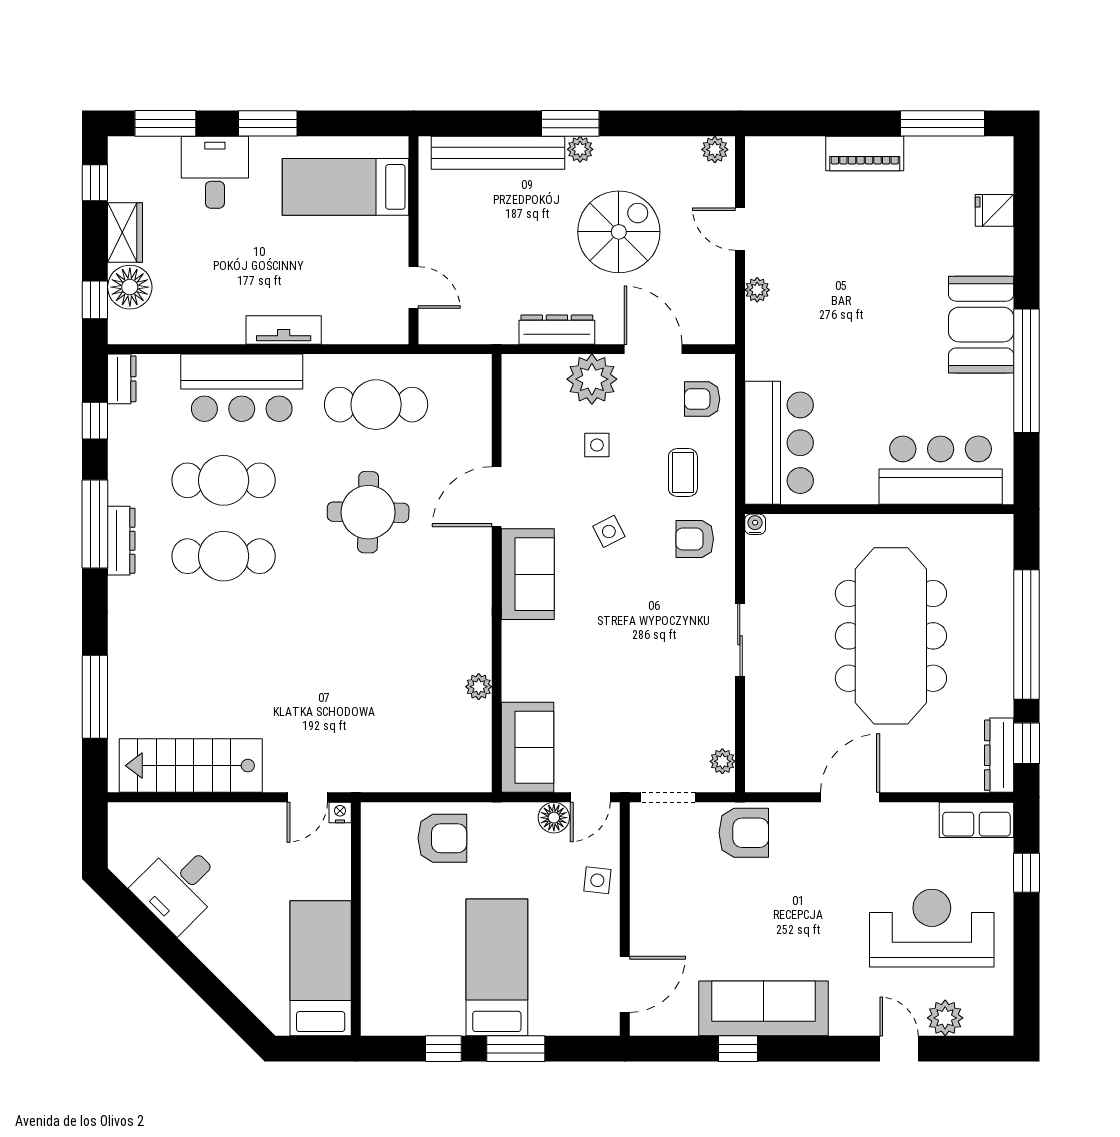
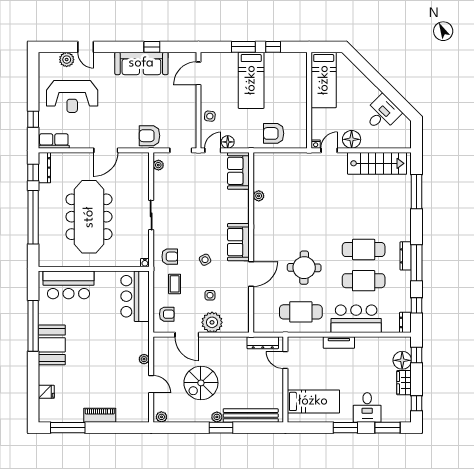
dresser: (557, 330) -> (263, 343), moved
floor lamp: (253, 824) -> (352, 139), added

